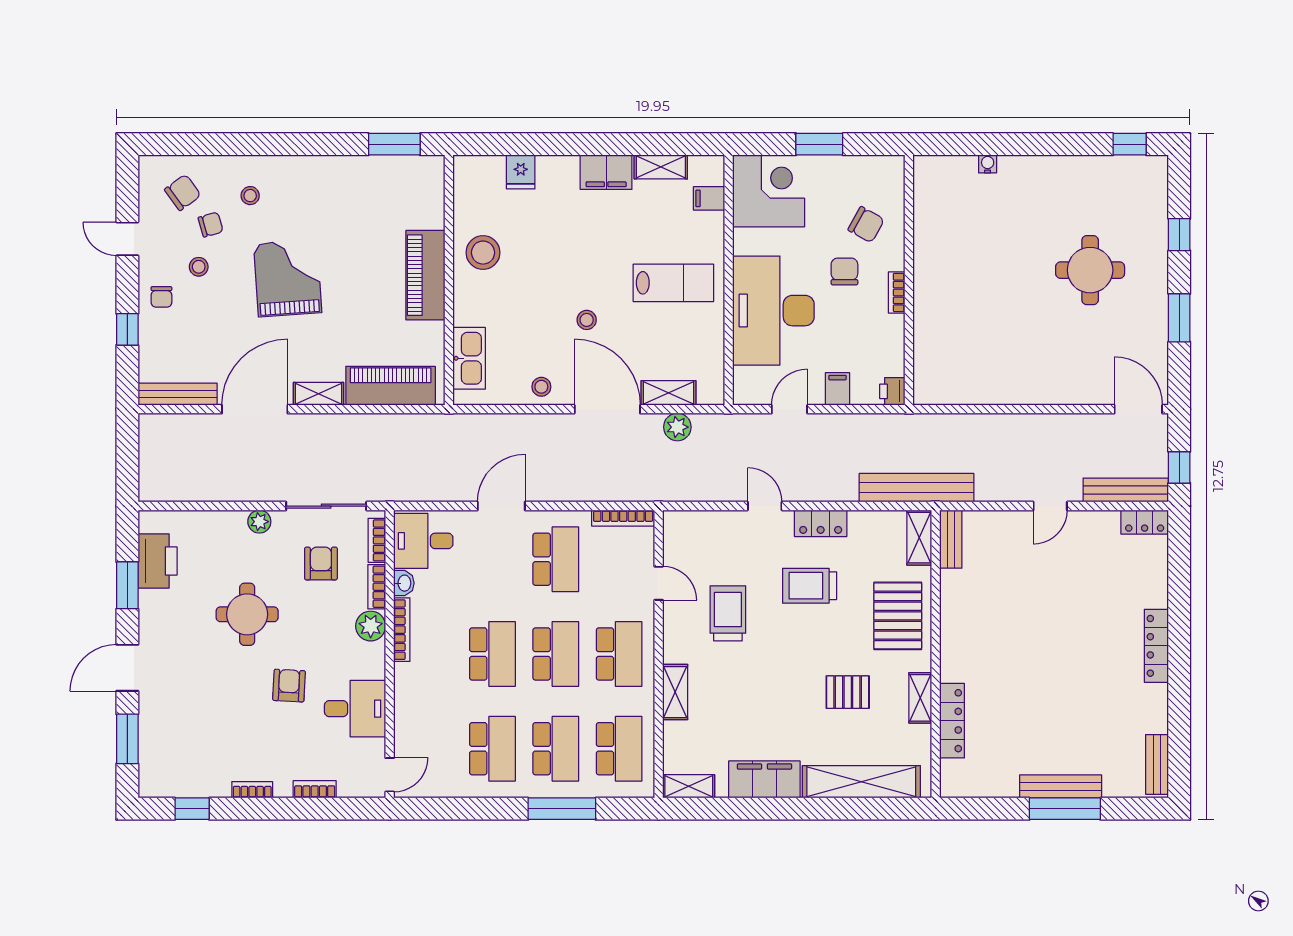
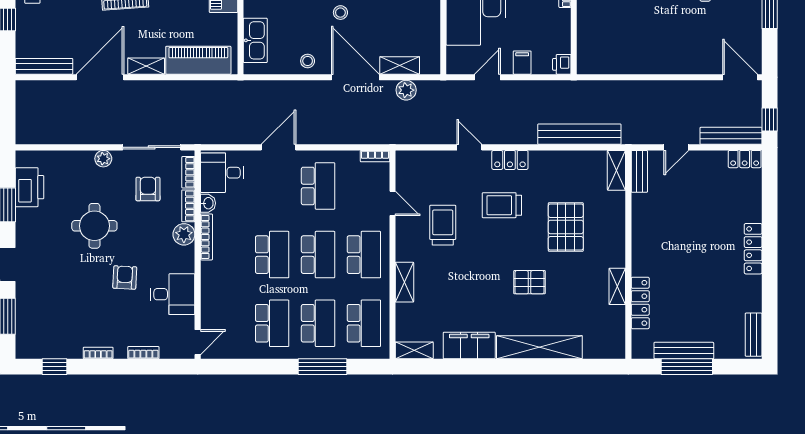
bookcase: (623, 518) -> (375, 156), width x0.64
shelving: (919, 538) -> (616, 170), moved
bench: (951, 539) -> (639, 171), moved
wall: (936, 654) -> (628, 255), moved
shelving: (920, 698) -> (617, 286), moved
locker: (952, 721) -> (640, 303), moved

